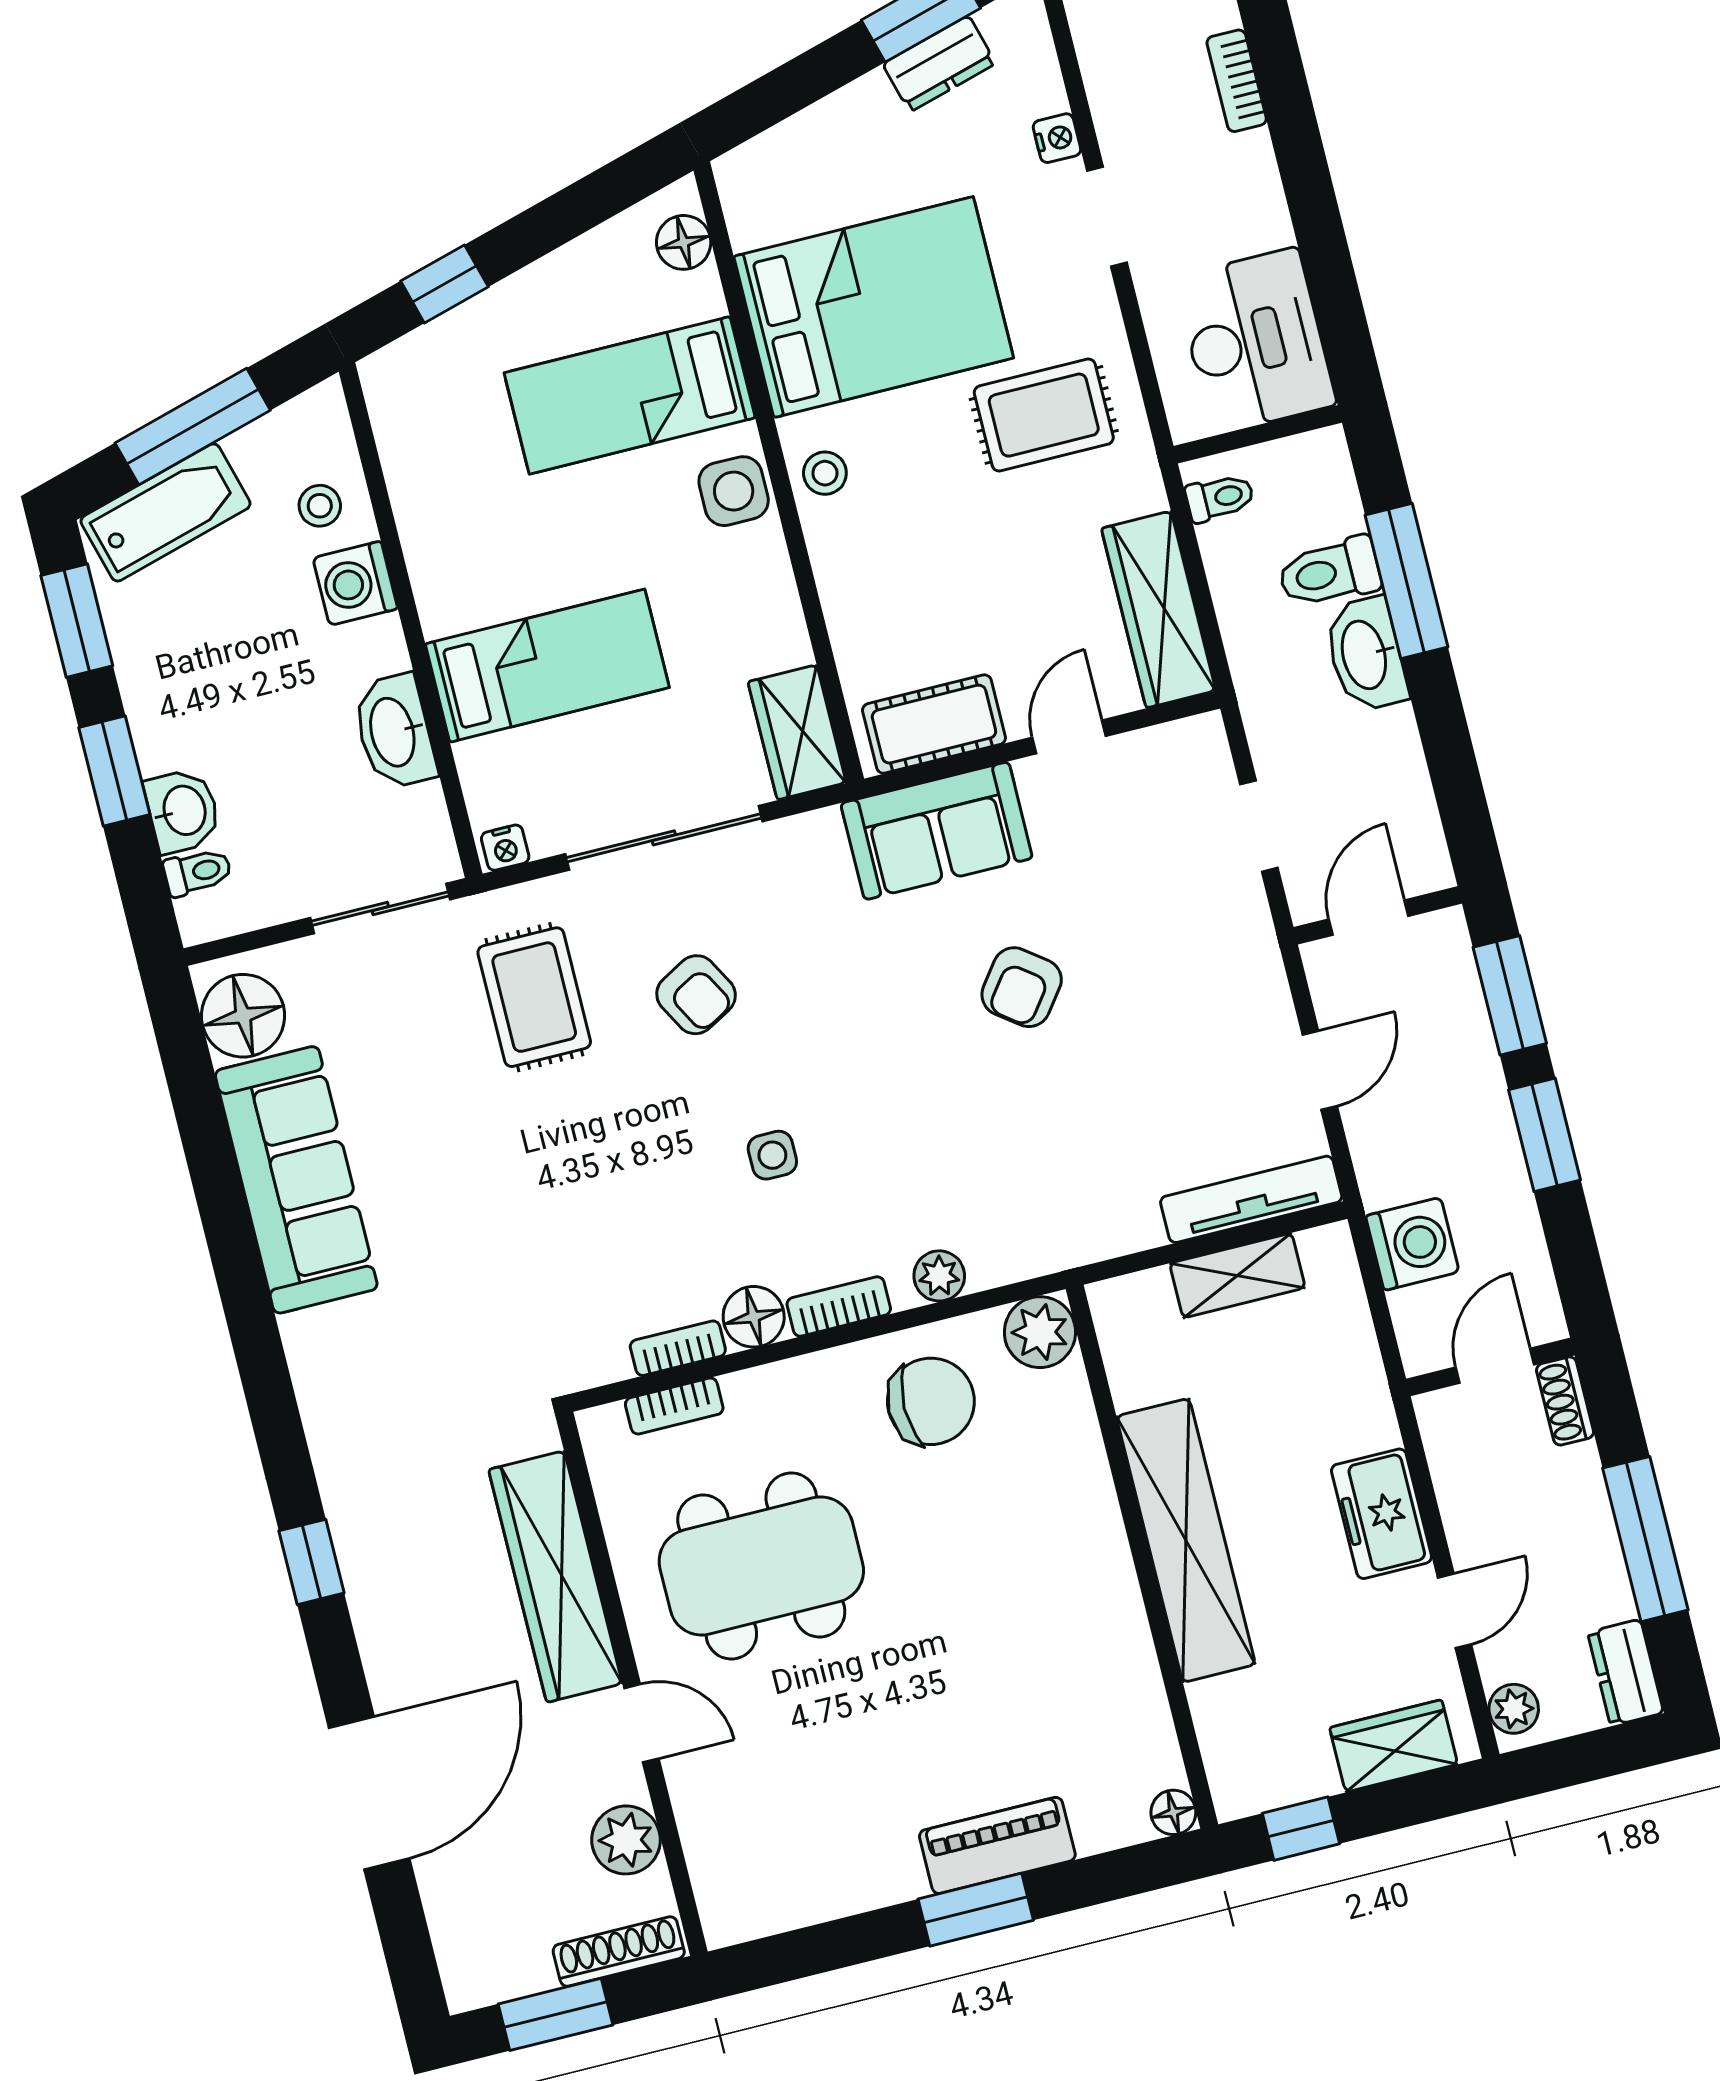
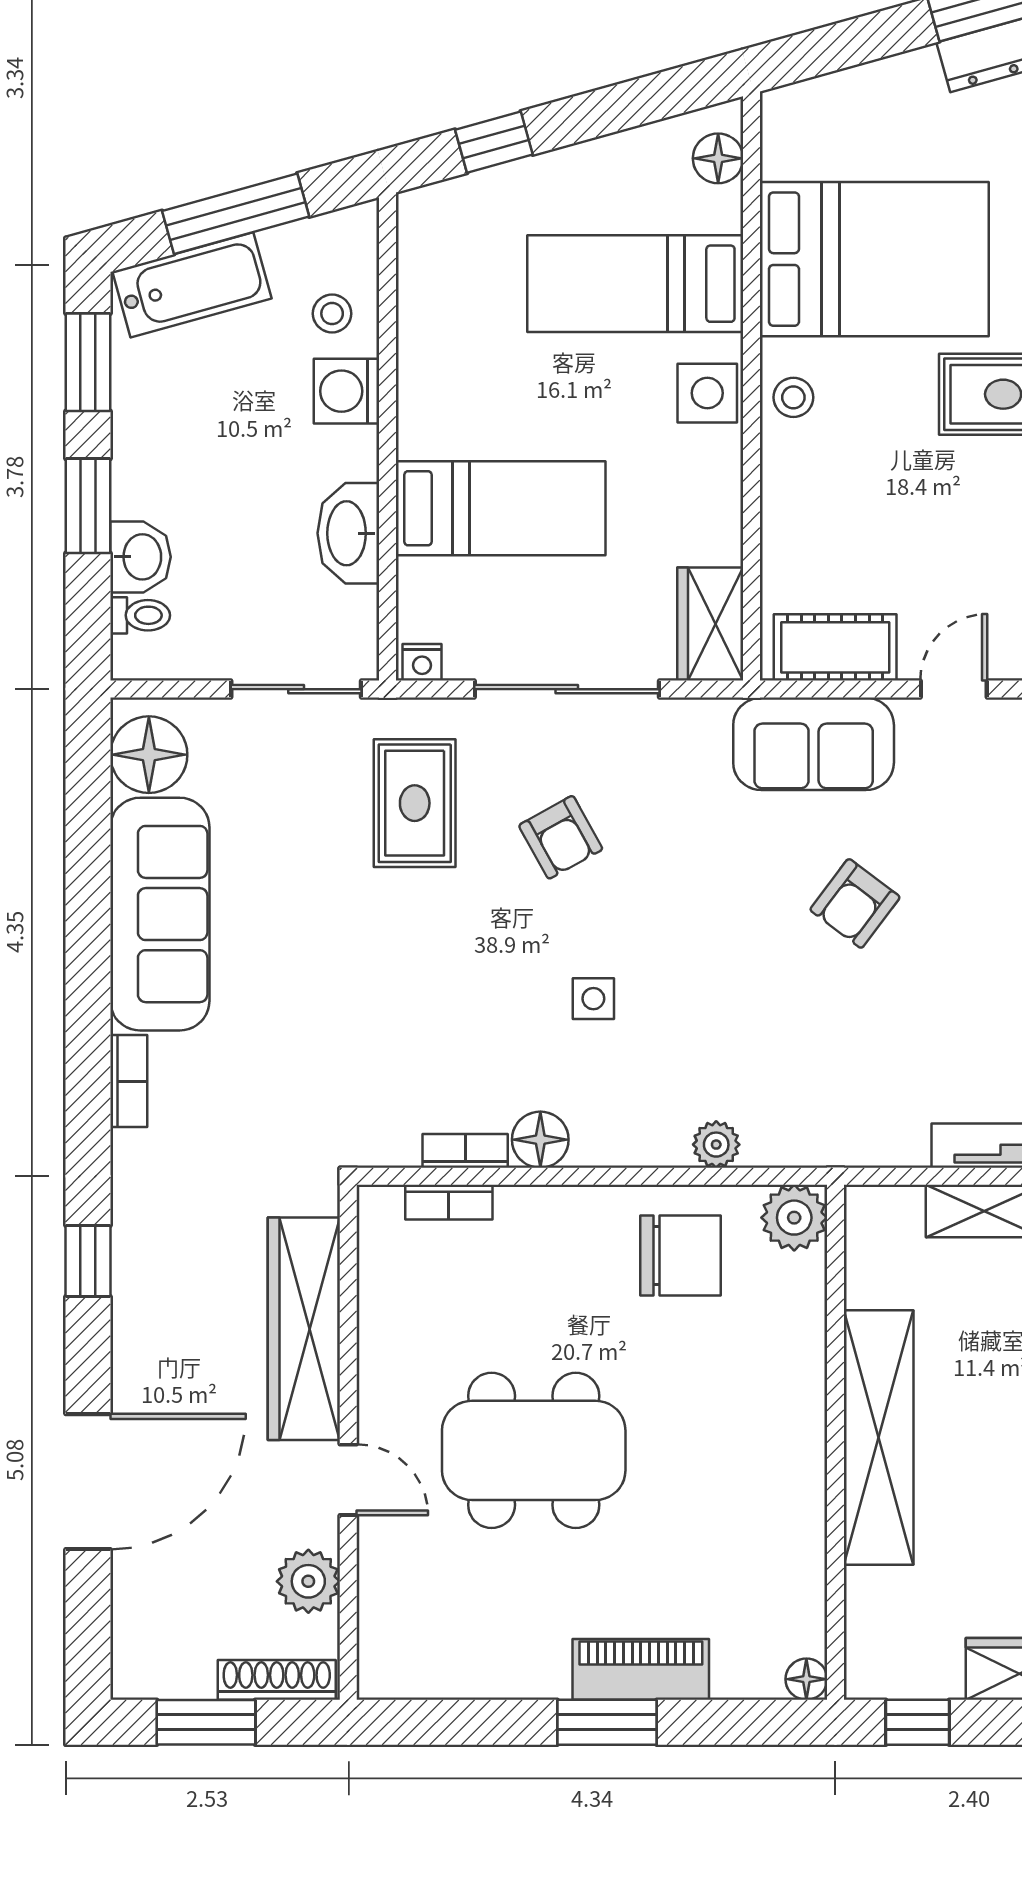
bookcase: (839, 1306) -> (129, 1081), moved, turned 90
dining table: (761, 1566) -> (534, 1450), moved

